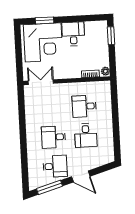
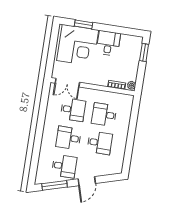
double door: (41, 82) -> (67, 83), swing flipped
desk: (52, 108) -> (73, 110), added
desk: (86, 135) -> (100, 143), turned -90
door: (81, 176) -> (87, 181), hinge flipped

